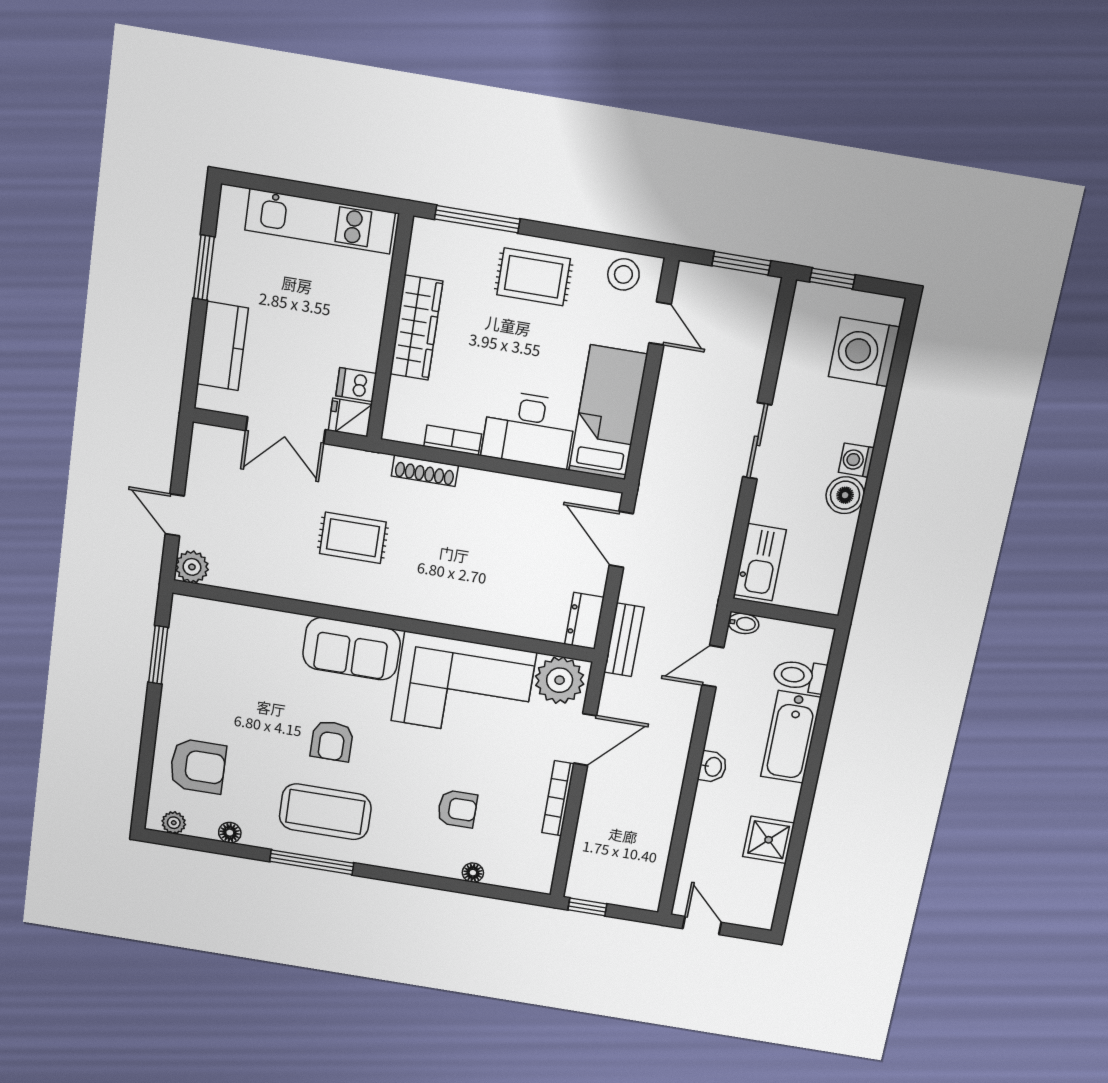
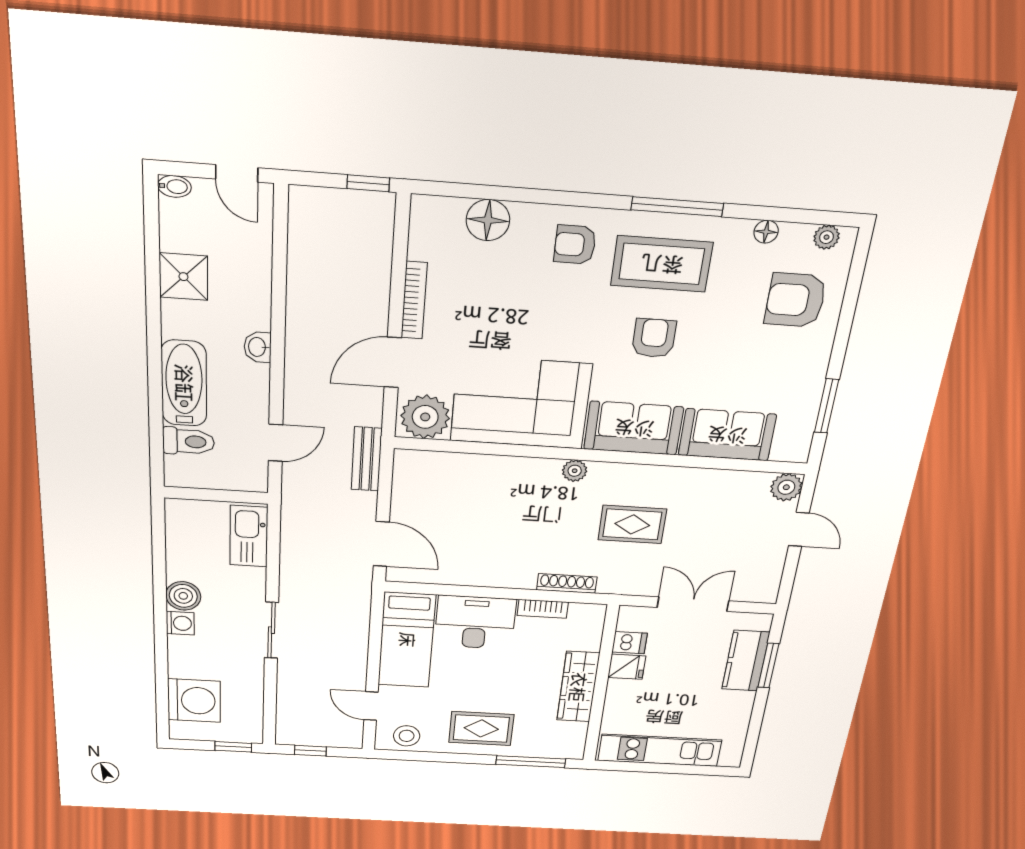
window: (741, 263) -> (310, 751), width x0.67
window: (204, 268) -> (768, 665), moved
fridge: (350, 418) -> (627, 667), moved
plant: (412, 607) -> (575, 471), added
dresser: (584, 621) -> (407, 473), removed
bidet: (744, 623) -> (174, 186), moved, turned 180
sofa: (256, 633) -> (727, 435), added
armchair: (457, 809) -> (575, 245), moved
floor lamp: (473, 873) -> (488, 220), width x1.89, depth x1.89

